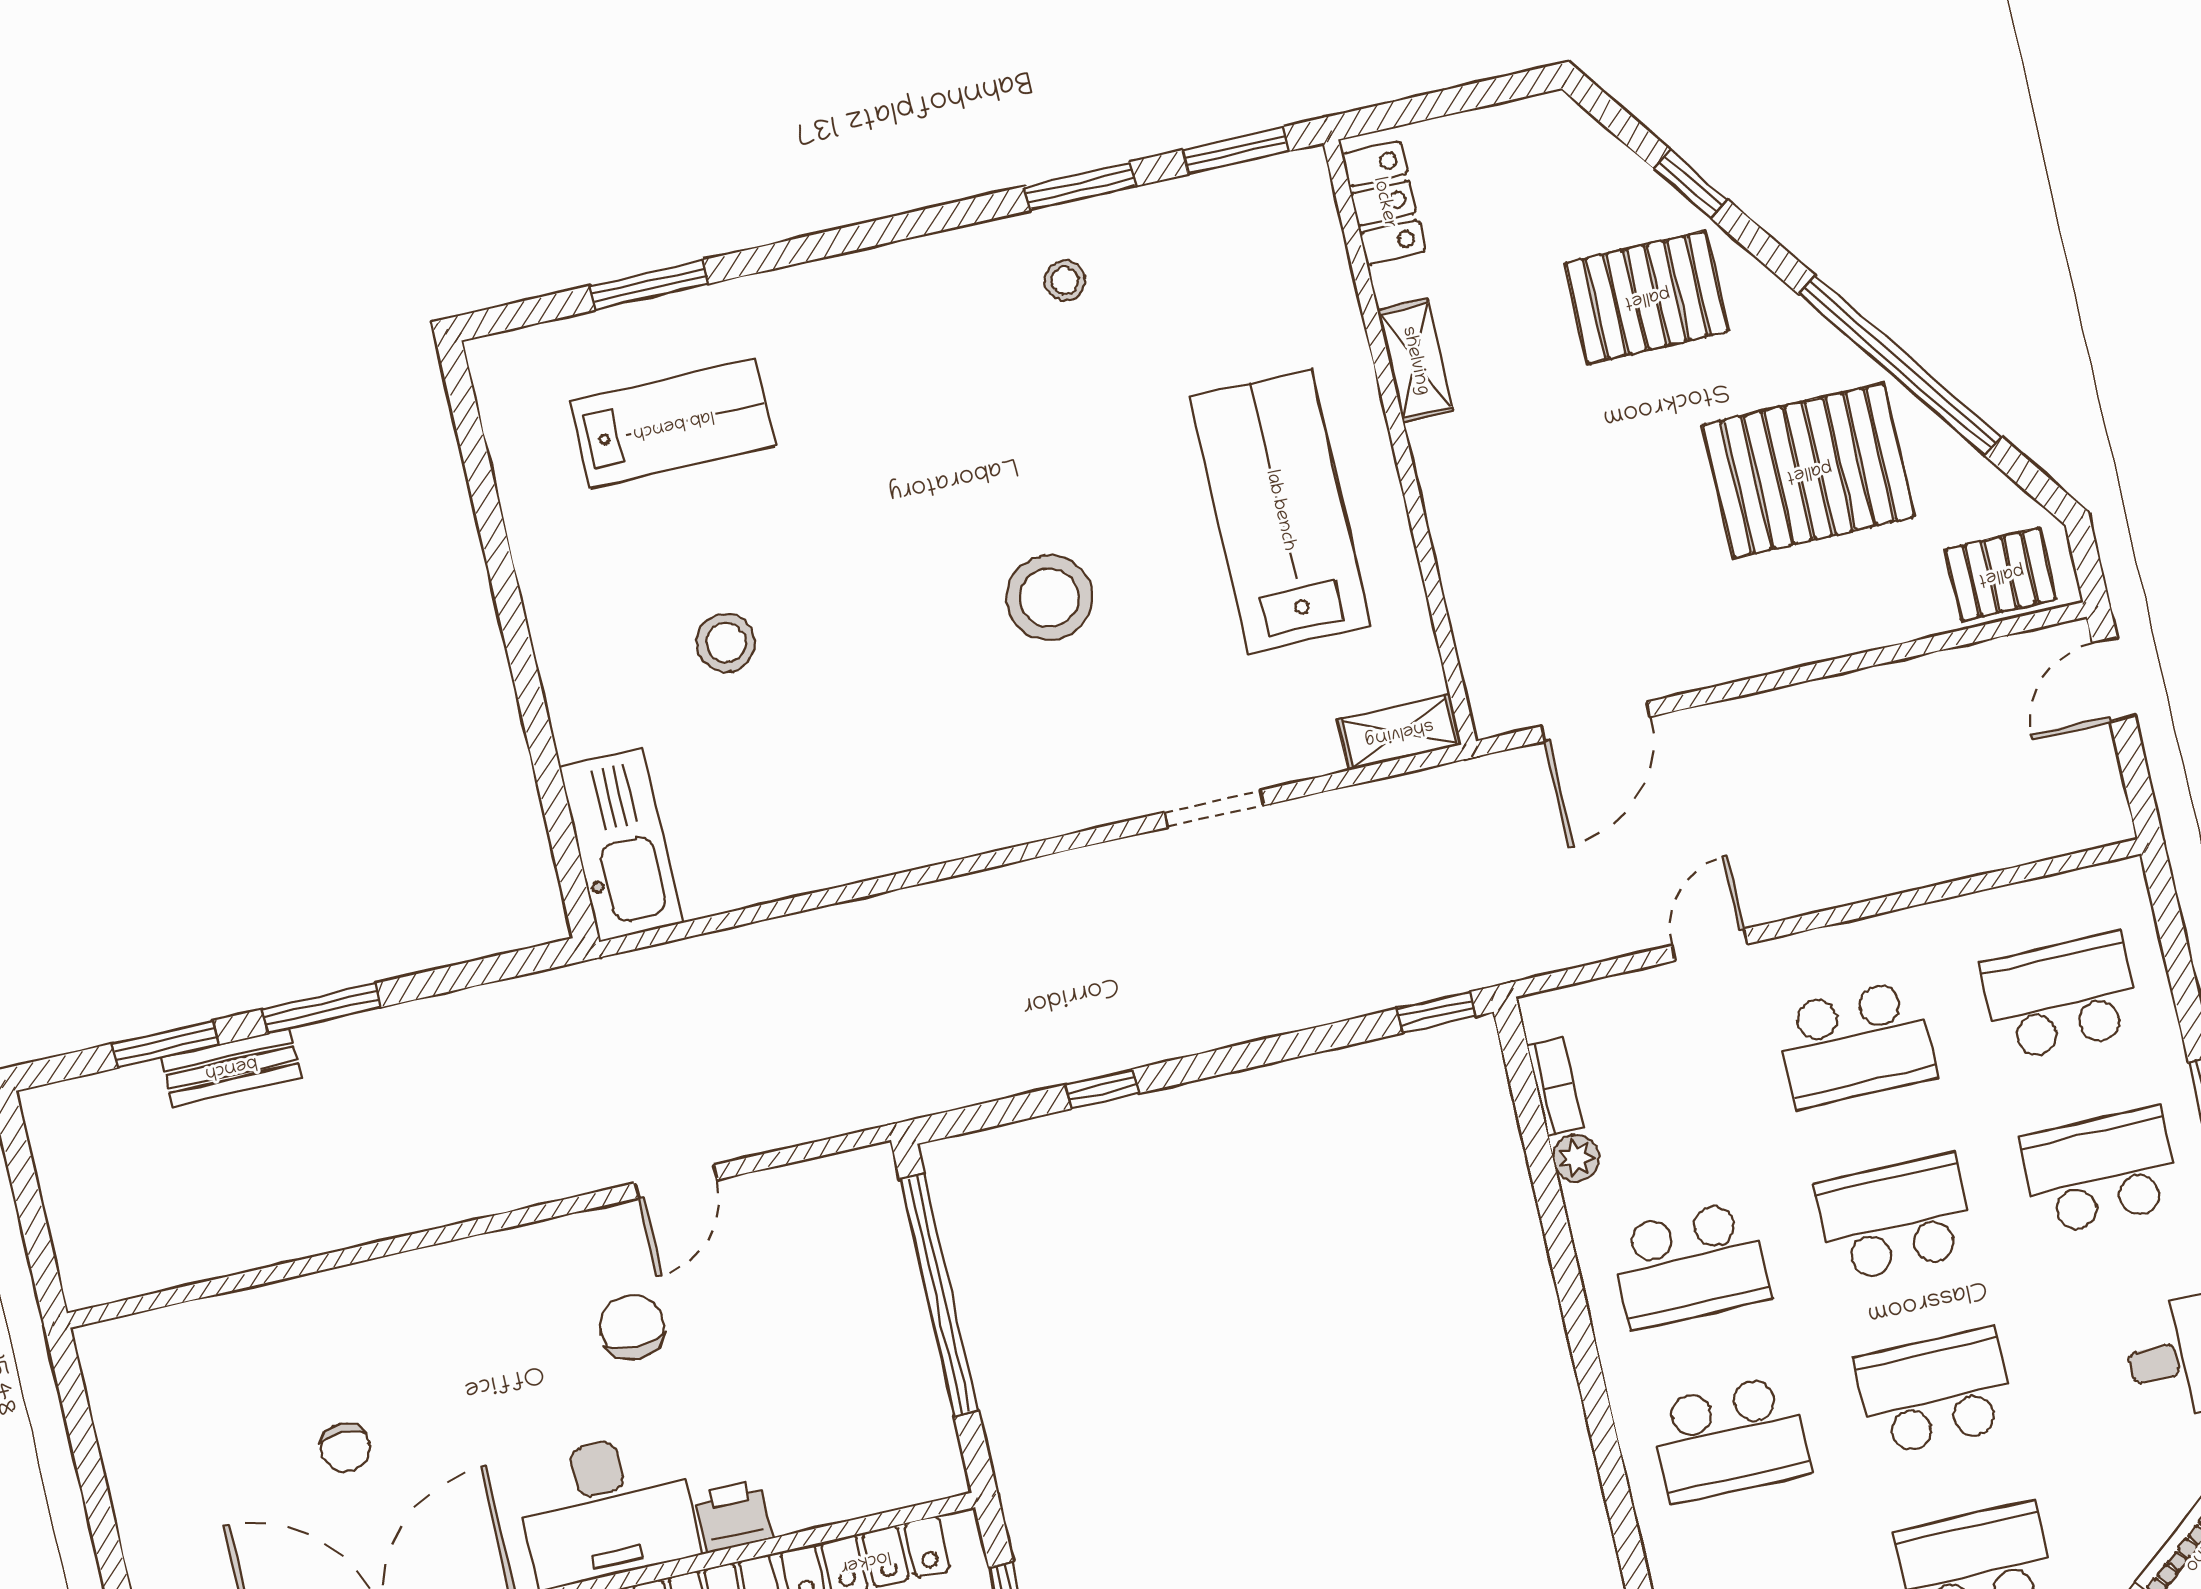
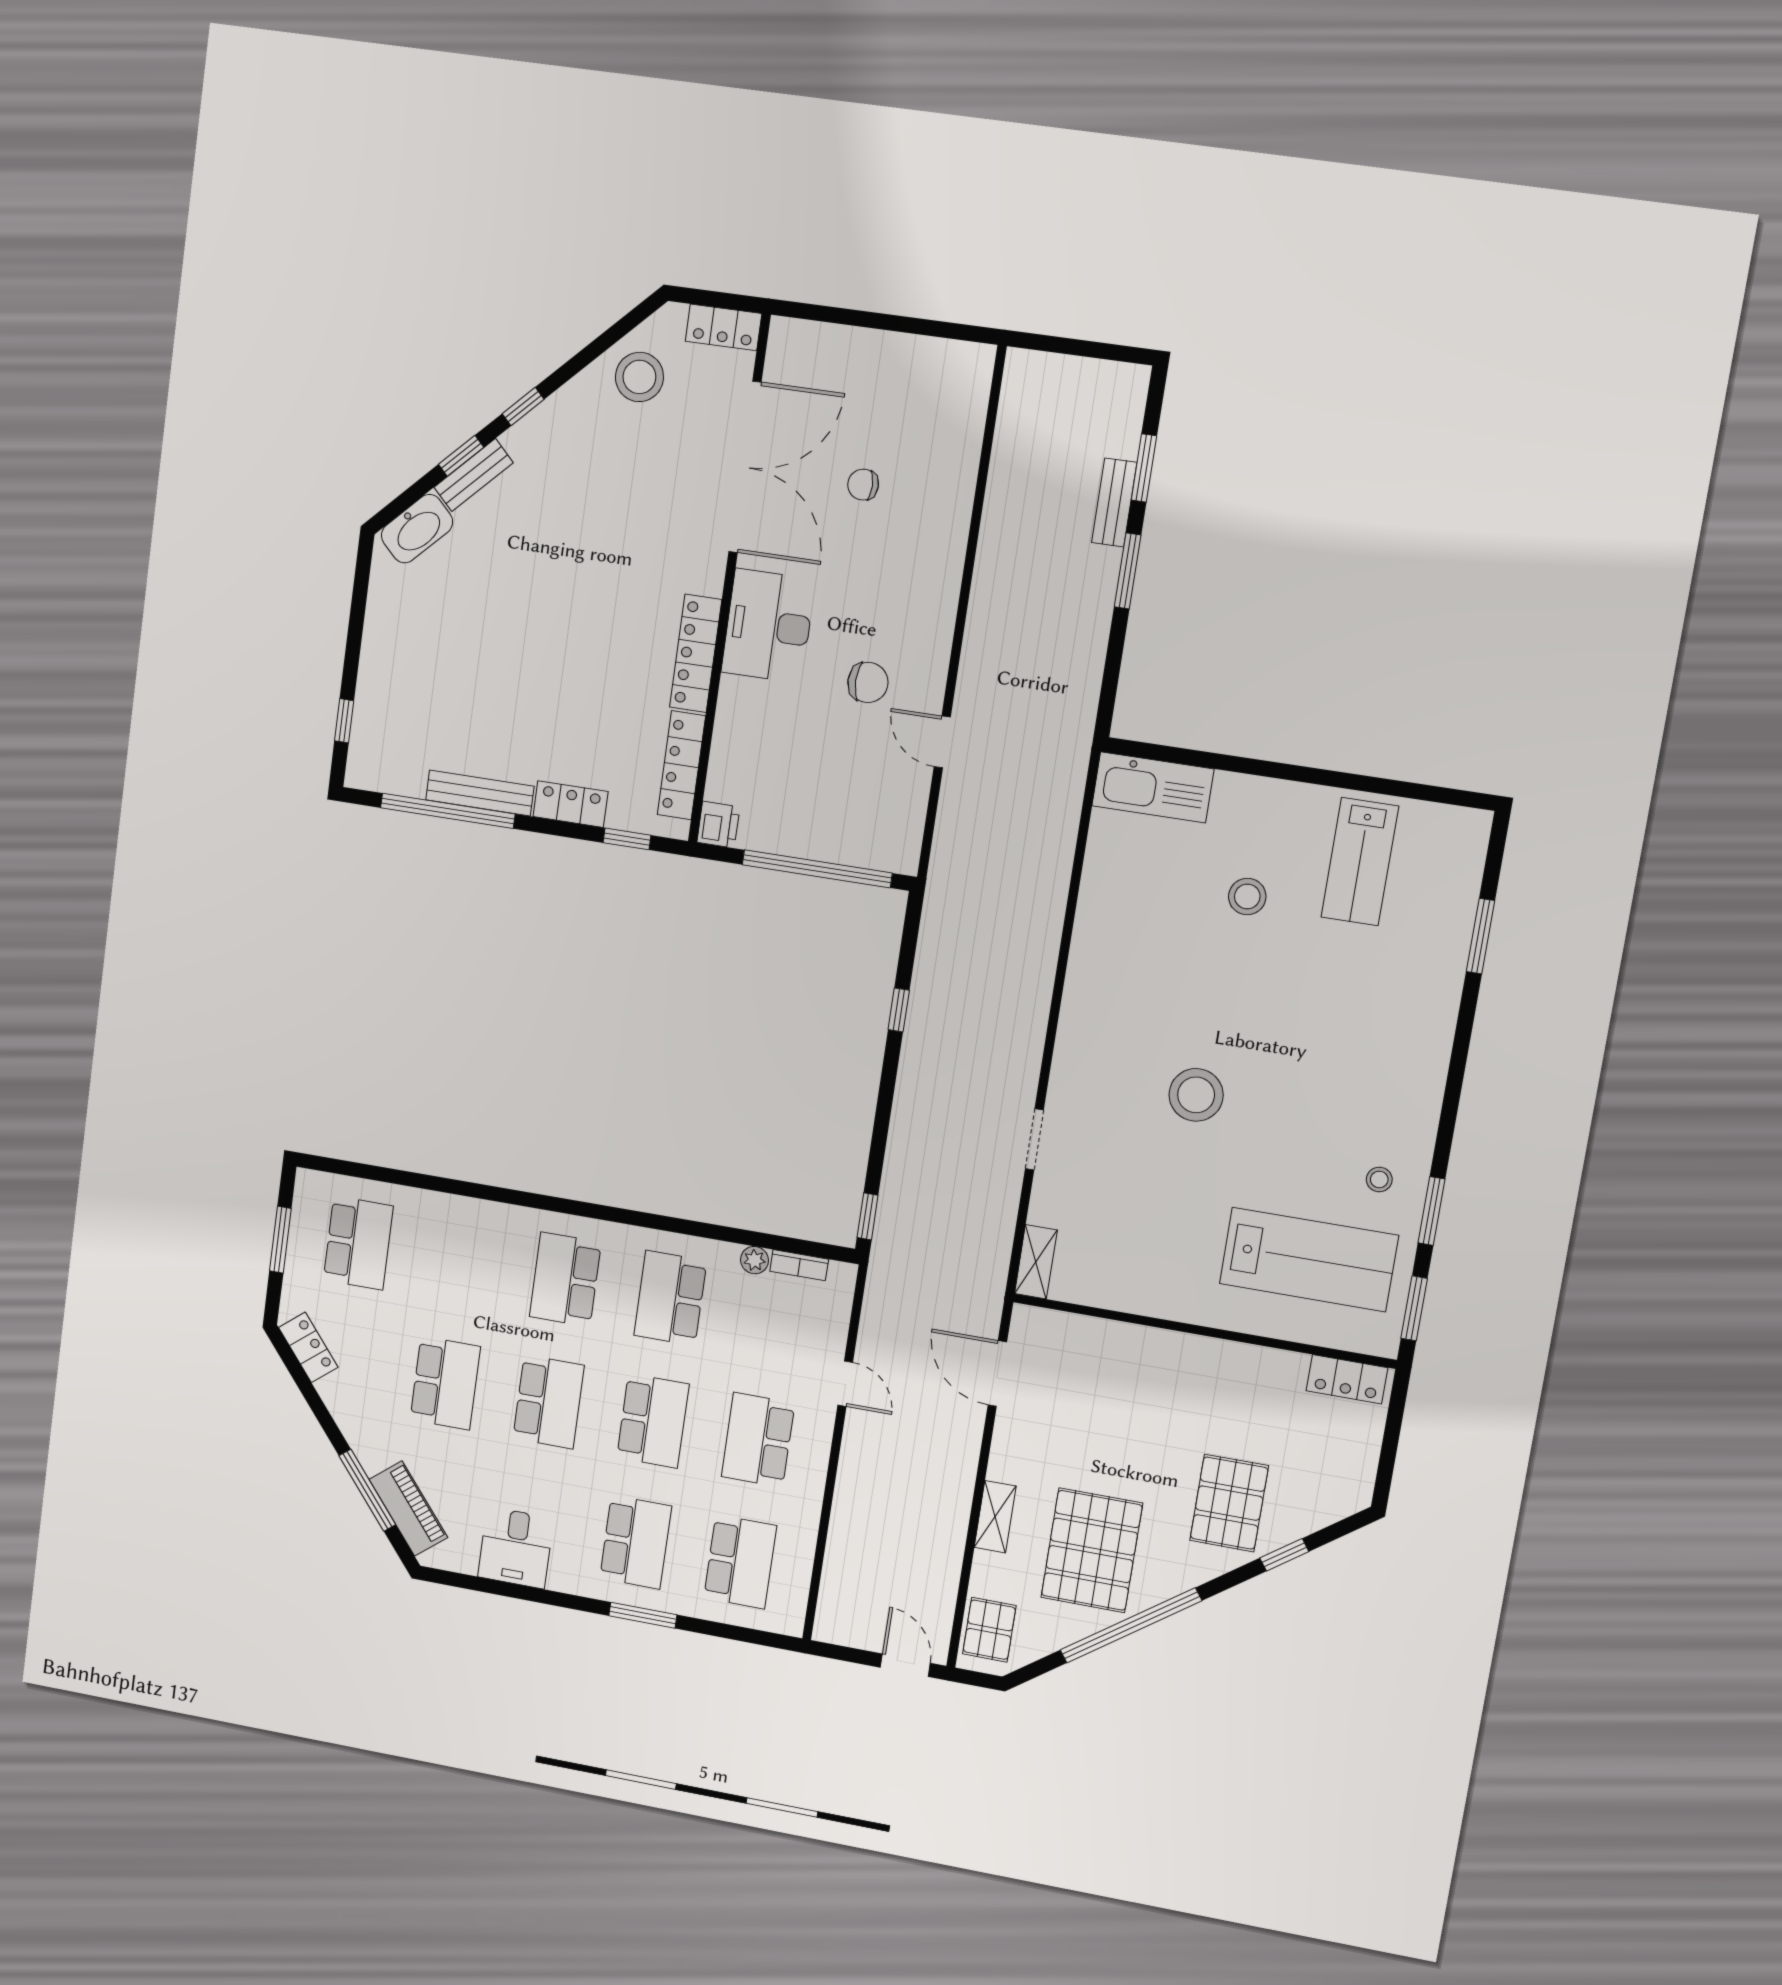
shelving: (1415, 361) -> (995, 1517), moved, turned 90
lab bench: (673, 424) -> (1360, 862), moved
lab bench: (1280, 511) -> (1309, 1259), moved
printer: (733, 1516) -> (718, 825), moved

